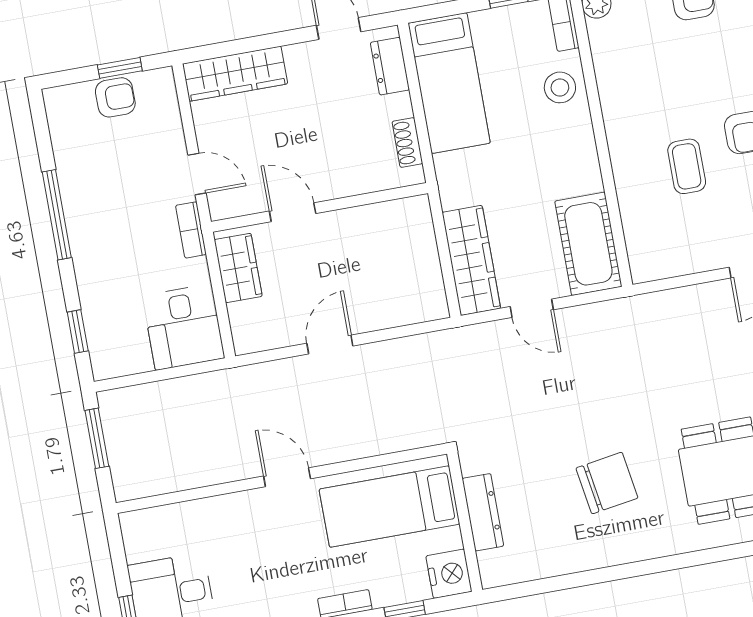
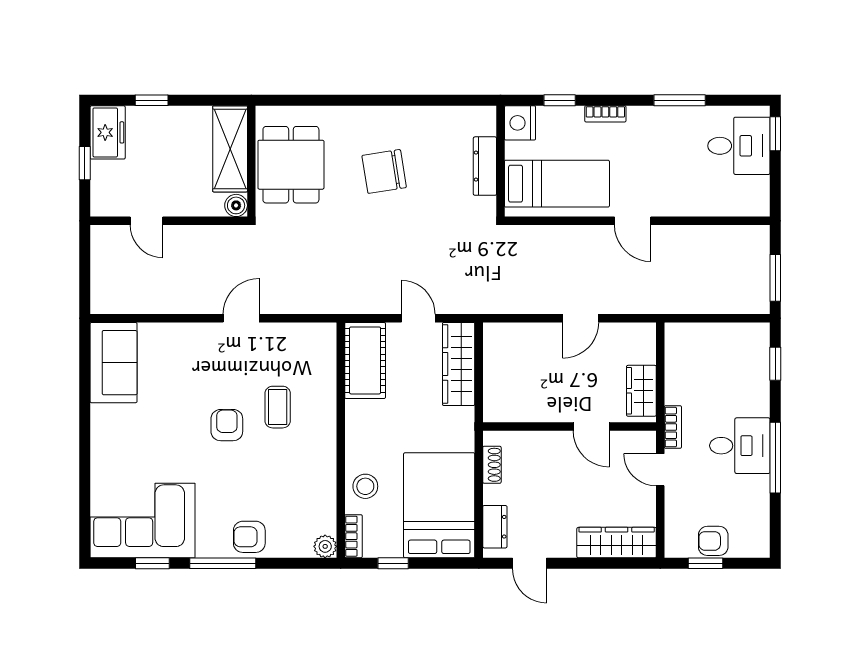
bed: (449, 83) -> (439, 505), width x1.50
desk: (184, 327) -> (740, 446), moved, turned 90

